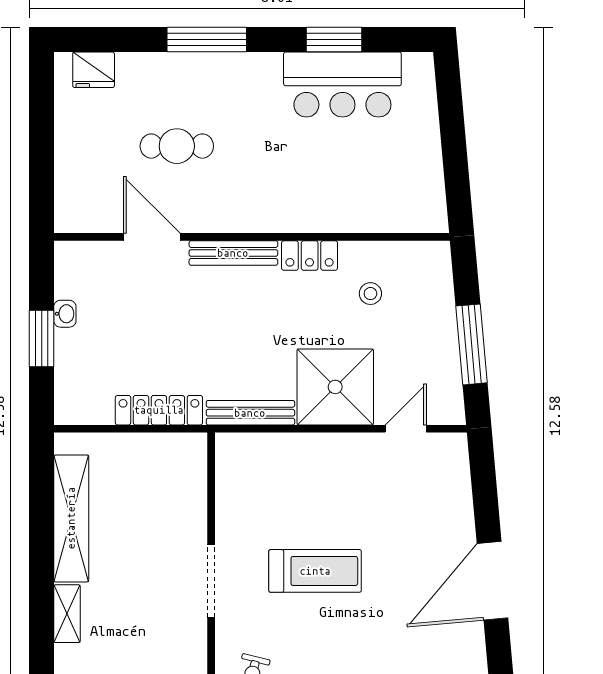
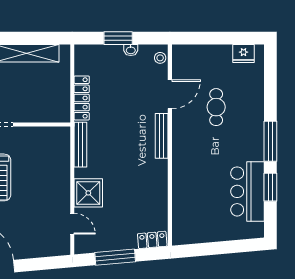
window: (207, 40) -> (270, 141), moved
fridge: (94, 70) -> (244, 54), moved, turned -90
locker: (310, 256) -> (152, 240), moved, turned 85
stool: (370, 294) -> (160, 58), moved
shower: (335, 387) -> (88, 193), width x0.73, depth x0.73

